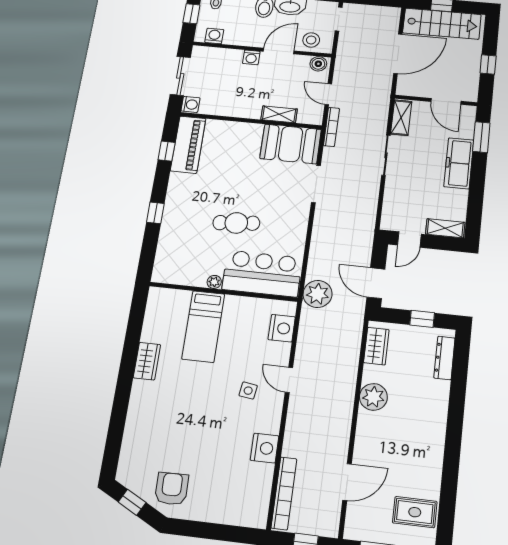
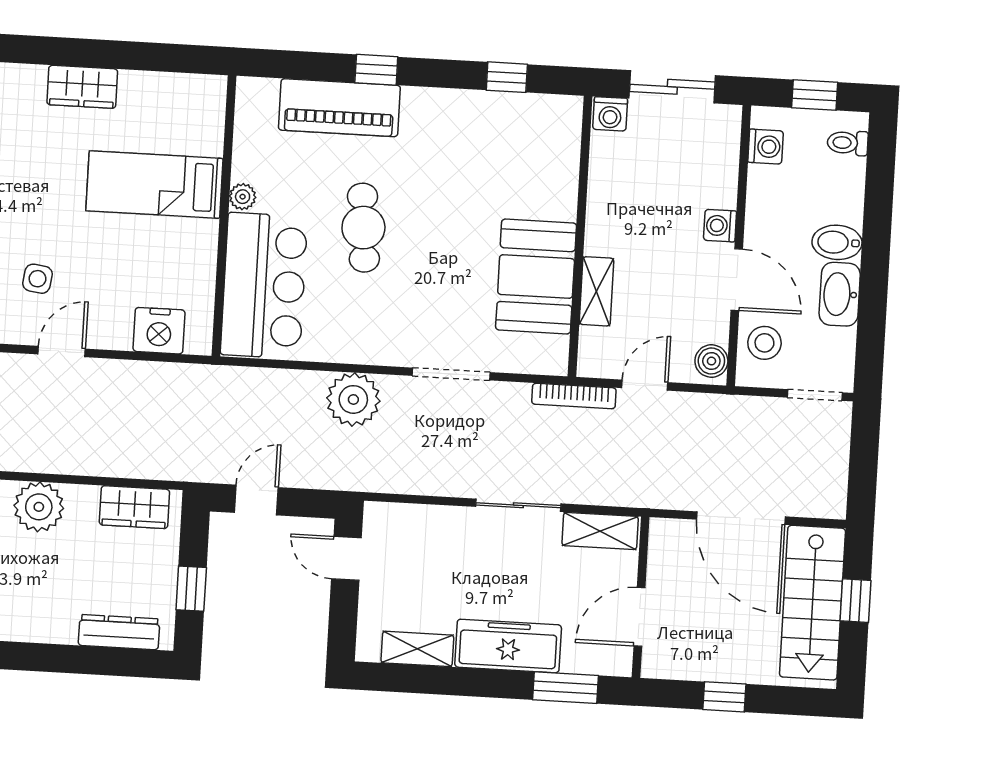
booth: (291, 144) -> (536, 277), moved
piano: (188, 145) -> (339, 108), moved
shelving: (445, 228) -> (417, 649), moved, turned 90
door: (376, 283) -> (256, 500), width x0.73
plant: (317, 294) -> (353, 399), moved

